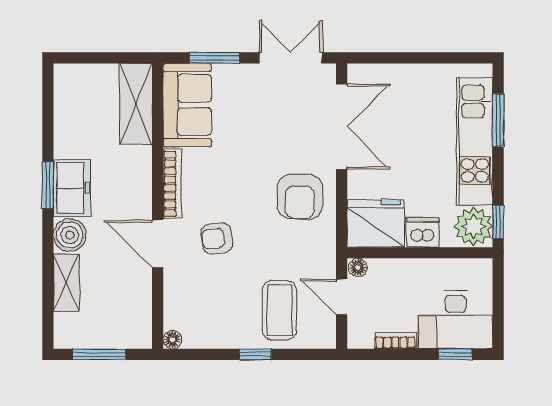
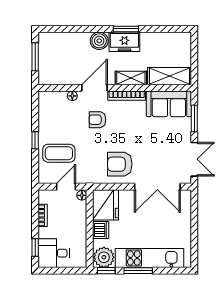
window: (498, 120) -> (138, 271), moved
armchair: (217, 238) -> (97, 120), turned -83
shelving: (66, 283) -> (131, 78), moved
desk: (456, 320) -> (54, 253), width x0.73
floor lamp: (172, 340) -> (72, 96), moved

